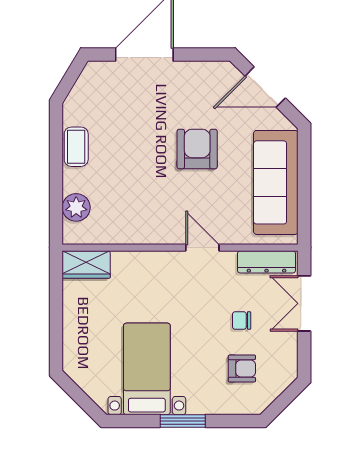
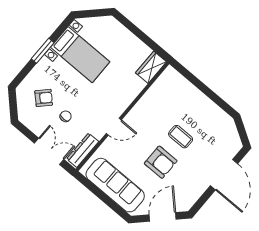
coffee table: (76, 147) -> (181, 137), moved
plant: (76, 207) -> (181, 85), removed
armchair: (242, 368) -> (44, 98), turned -136

